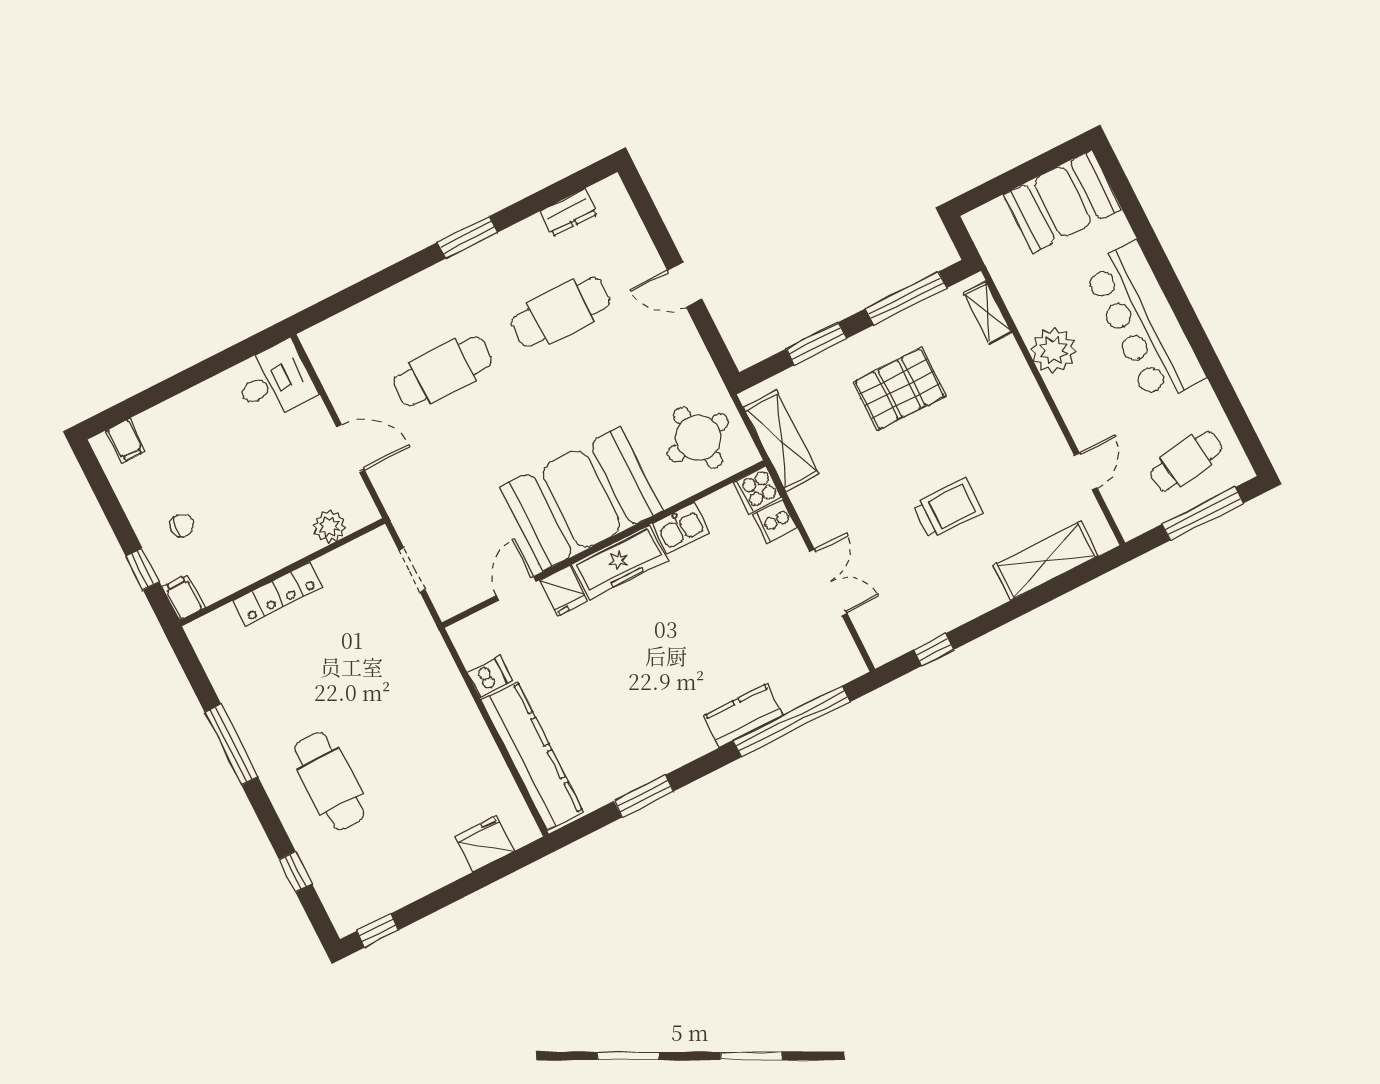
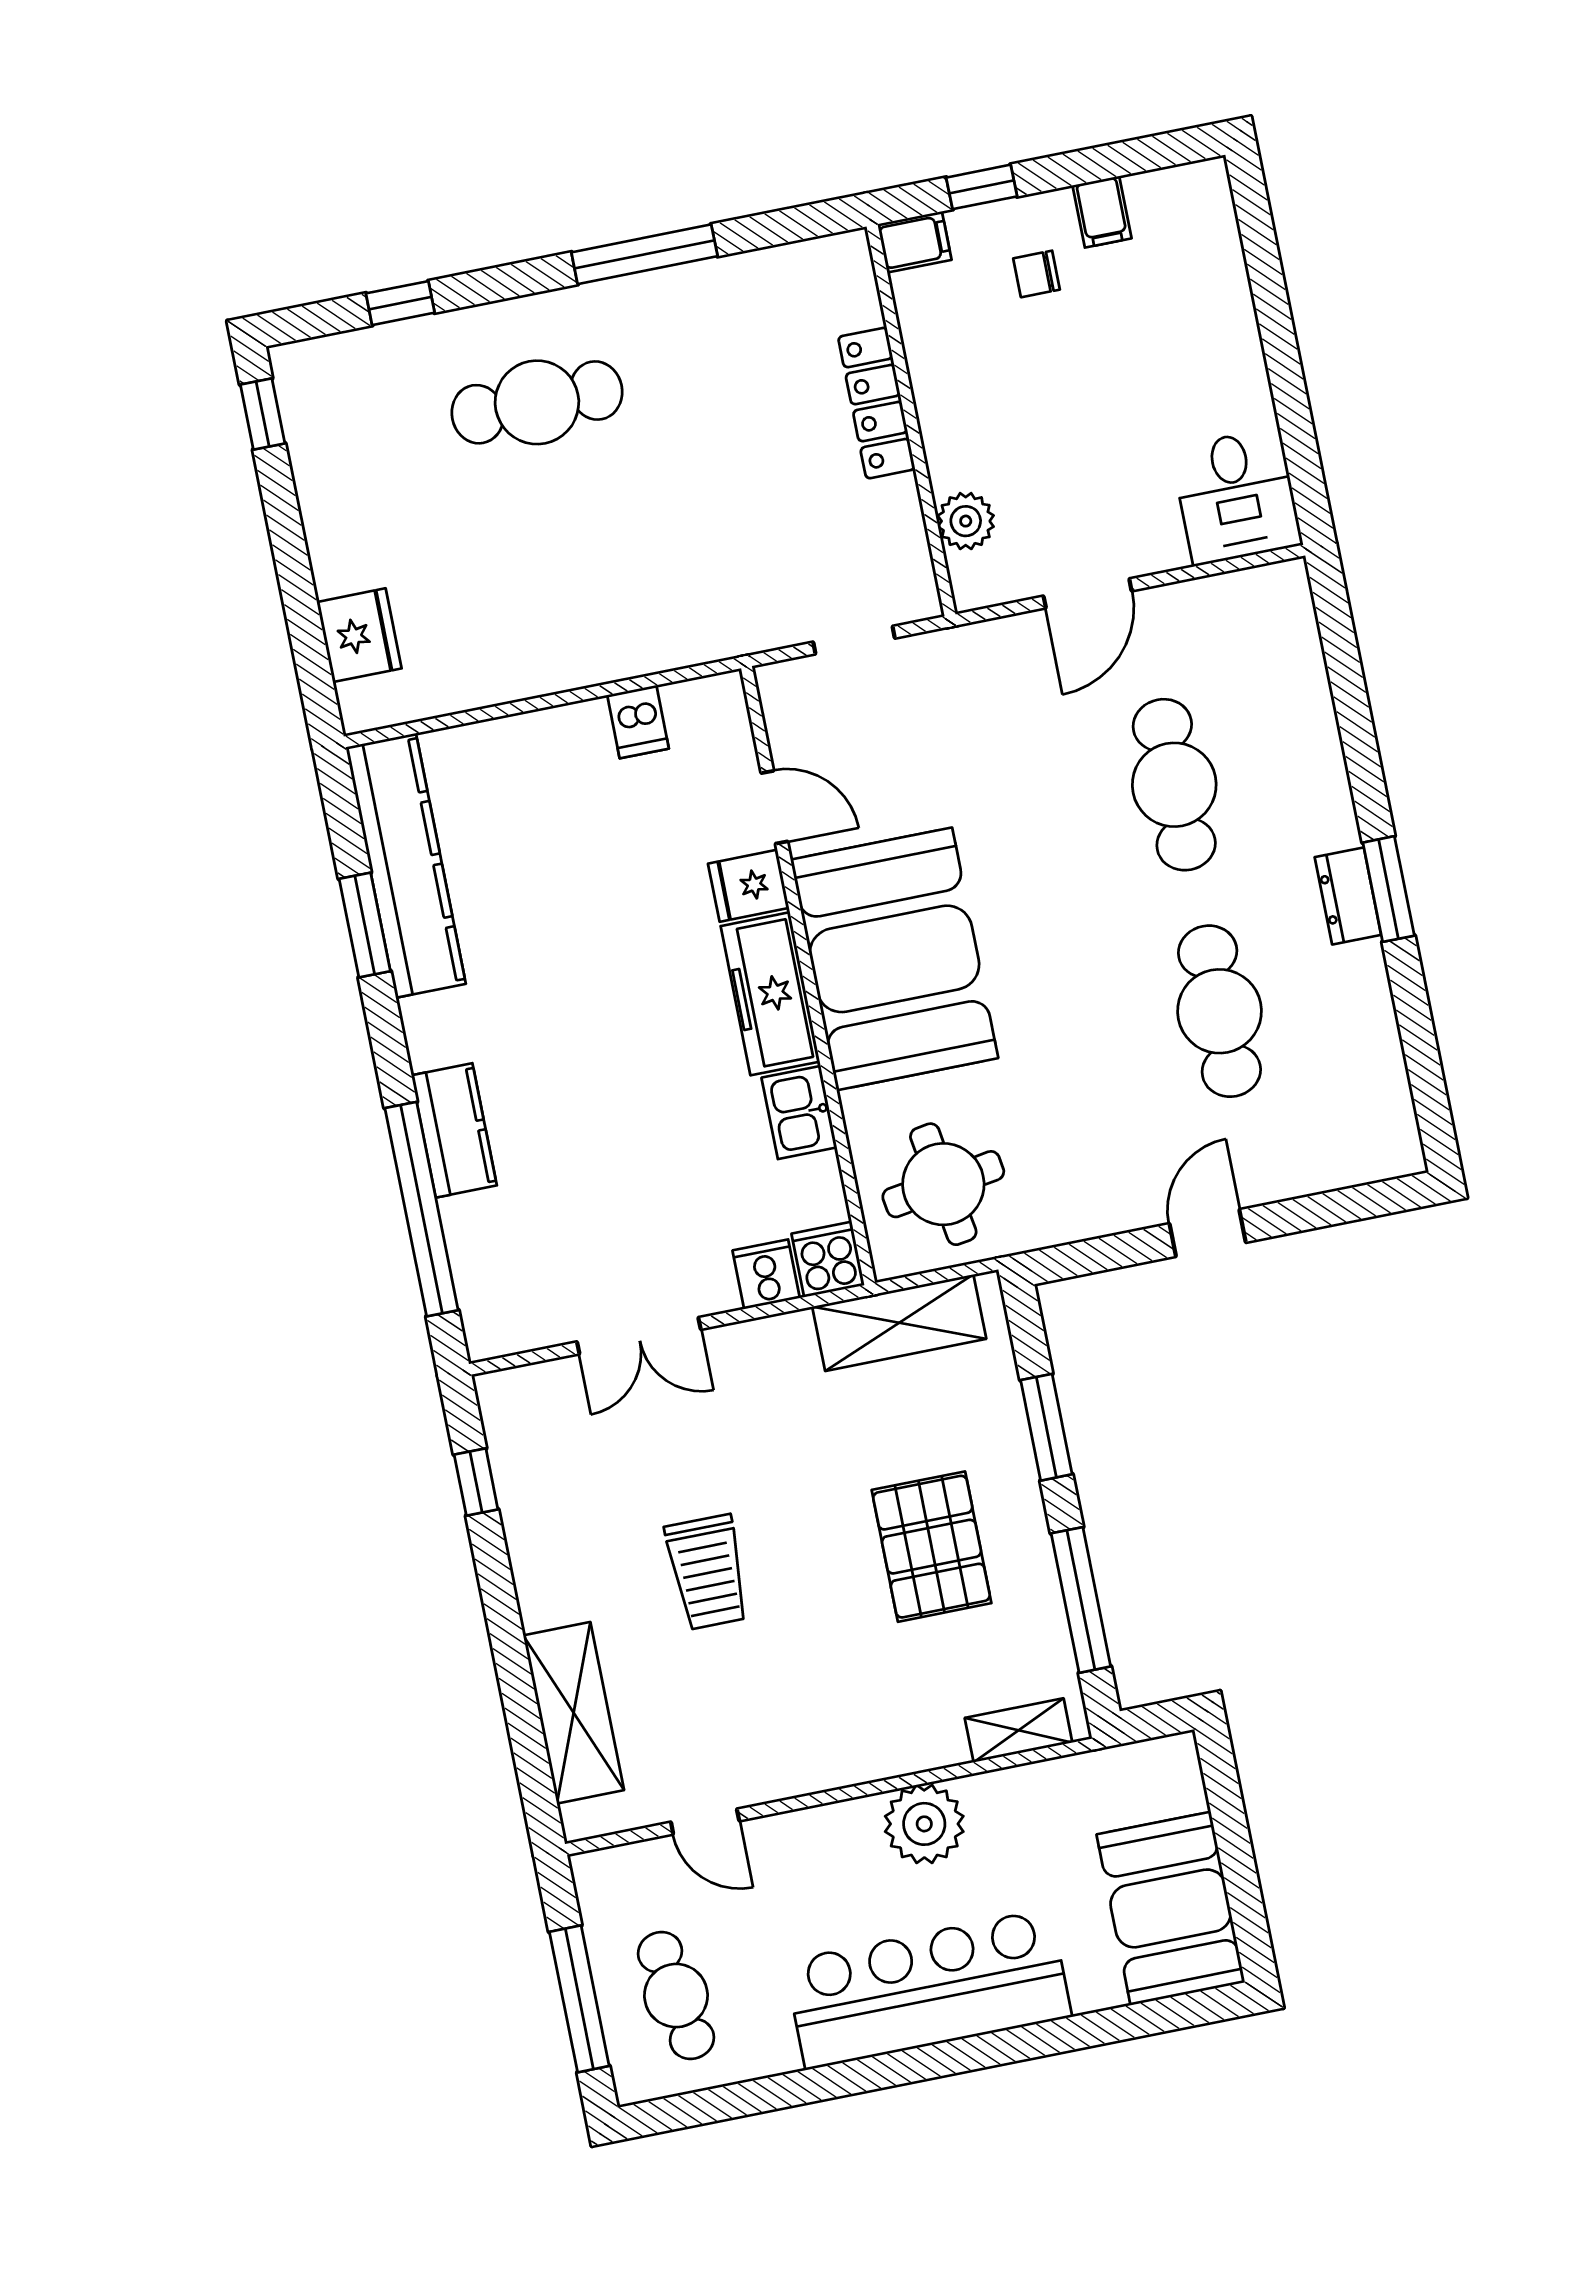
dresser: (569, 213) -> (1348, 896), moved
filing cabinet: (126, 441) -> (1102, 212), moved, turned -90
chair: (182, 525) -> (1037, 274), turned 90
kitchen counter: (532, 756) -> (406, 866), moved, turned -90

